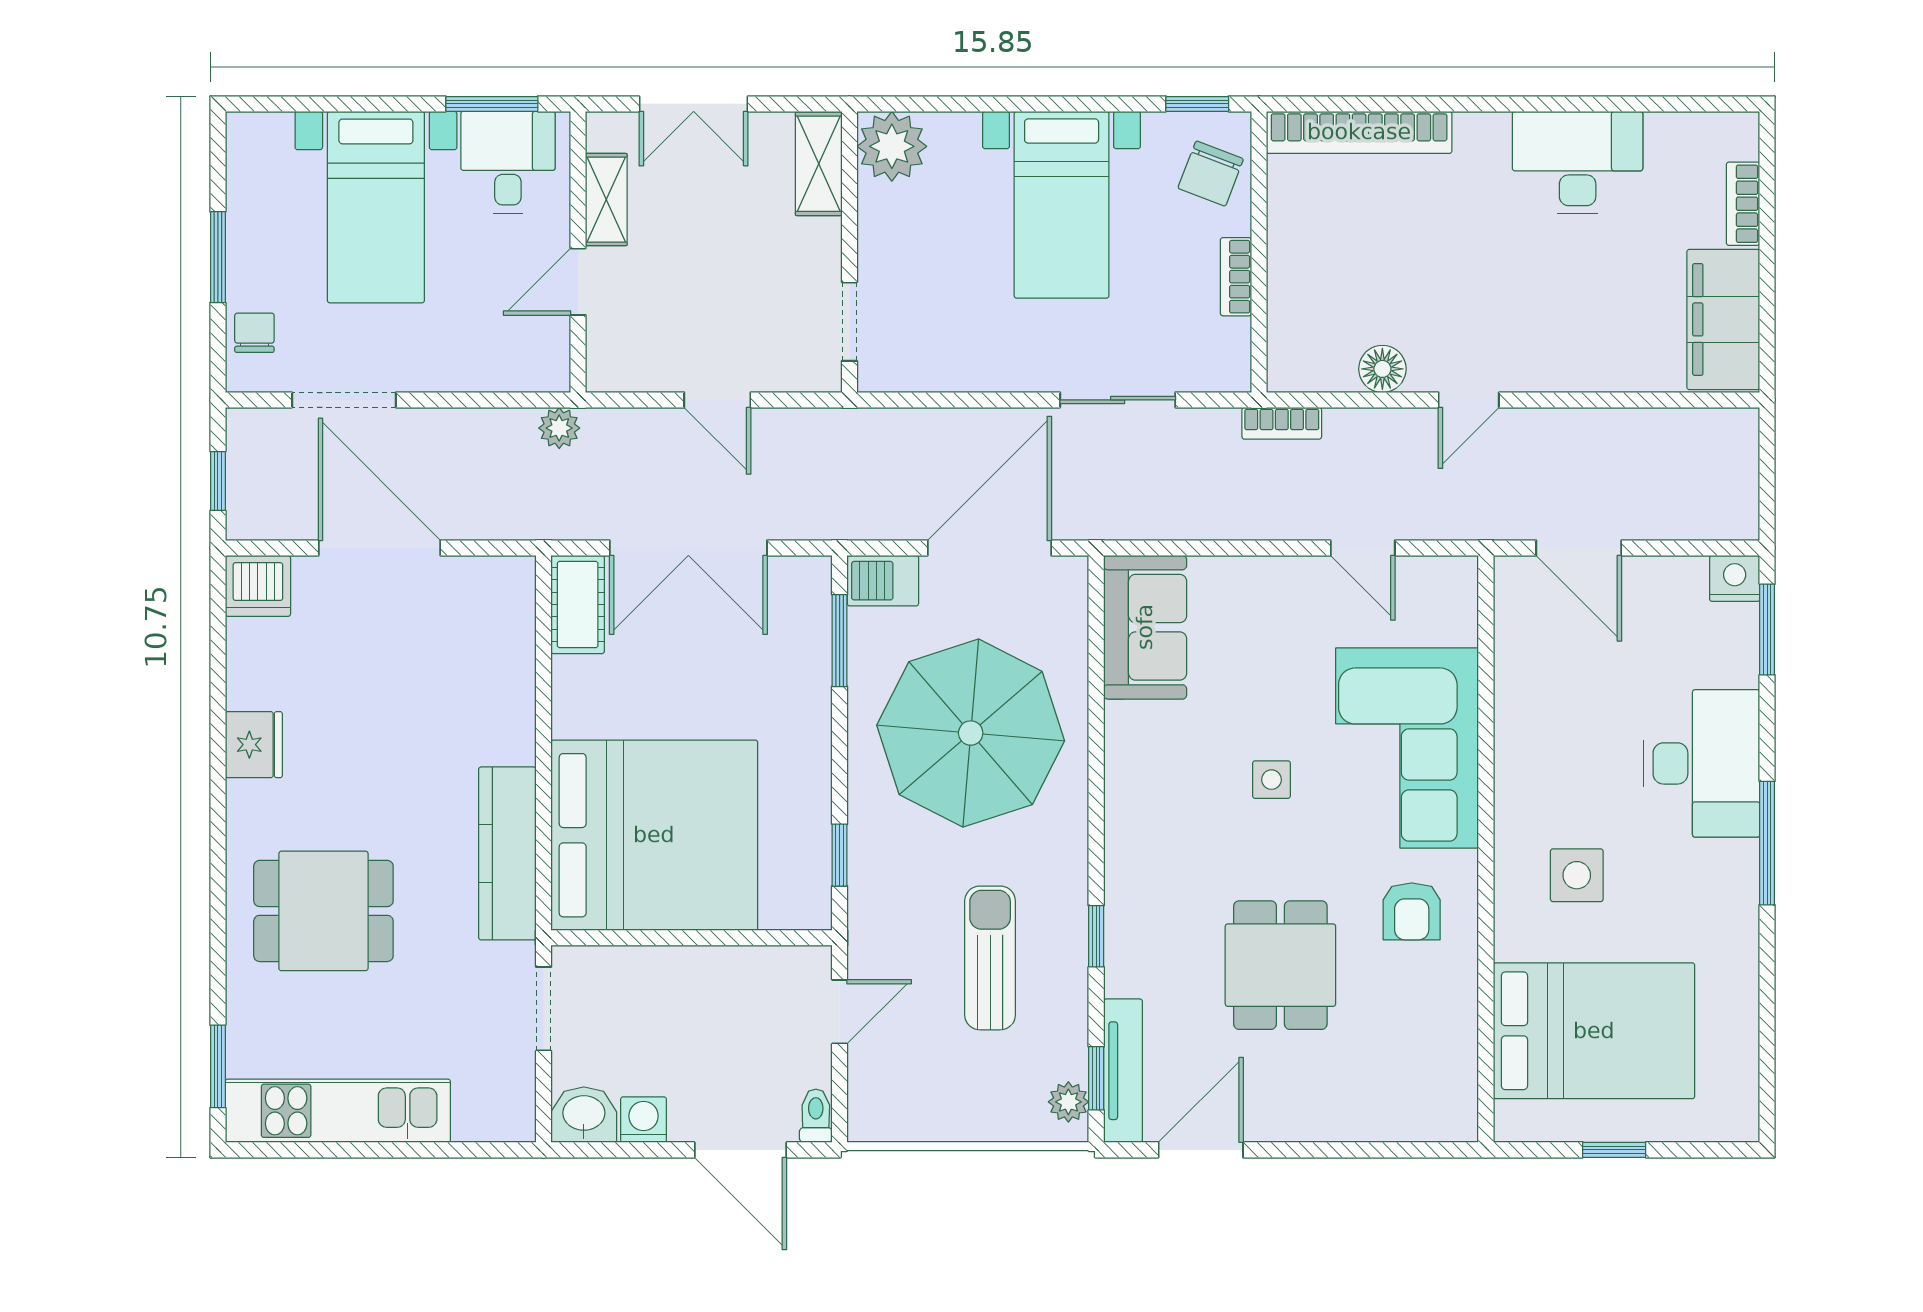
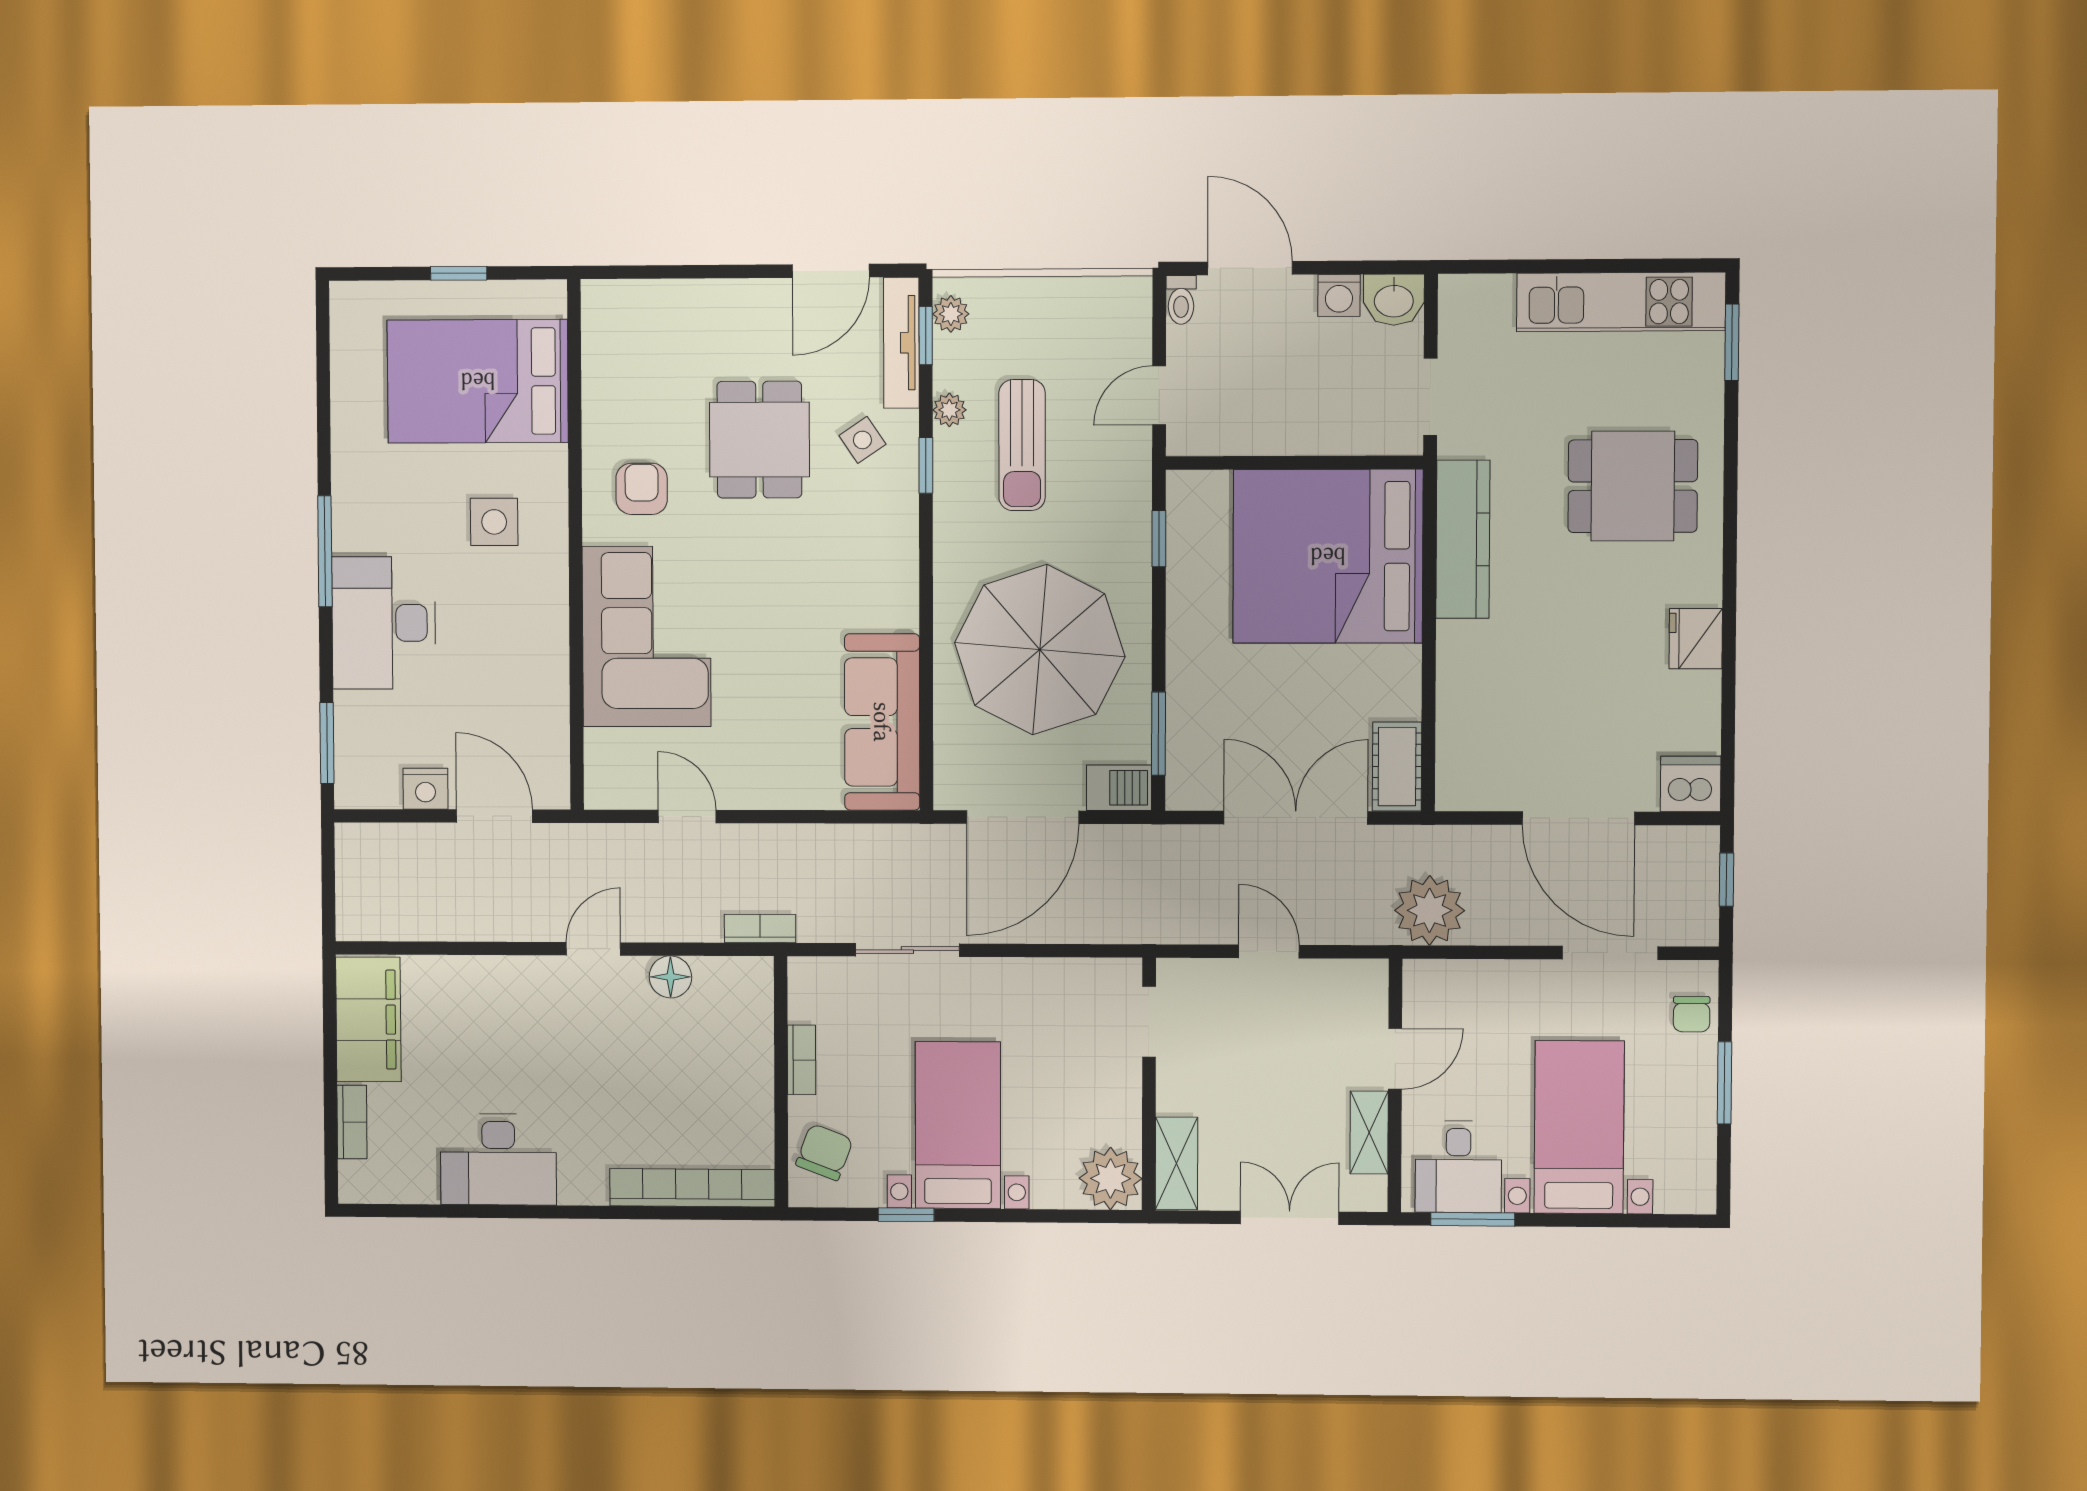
window: (1197, 104) -> (906, 1215), moved
plant: (559, 428) -> (1430, 910), width x1.87, depth x1.87
nightstand: (1735, 578) -> (425, 789), moved
sofa: (1145, 627) -> (882, 722), width x1.36
side table: (1271, 780) -> (862, 440), moved, turned -34
plant: (1070, 997) -> (949, 410), added

